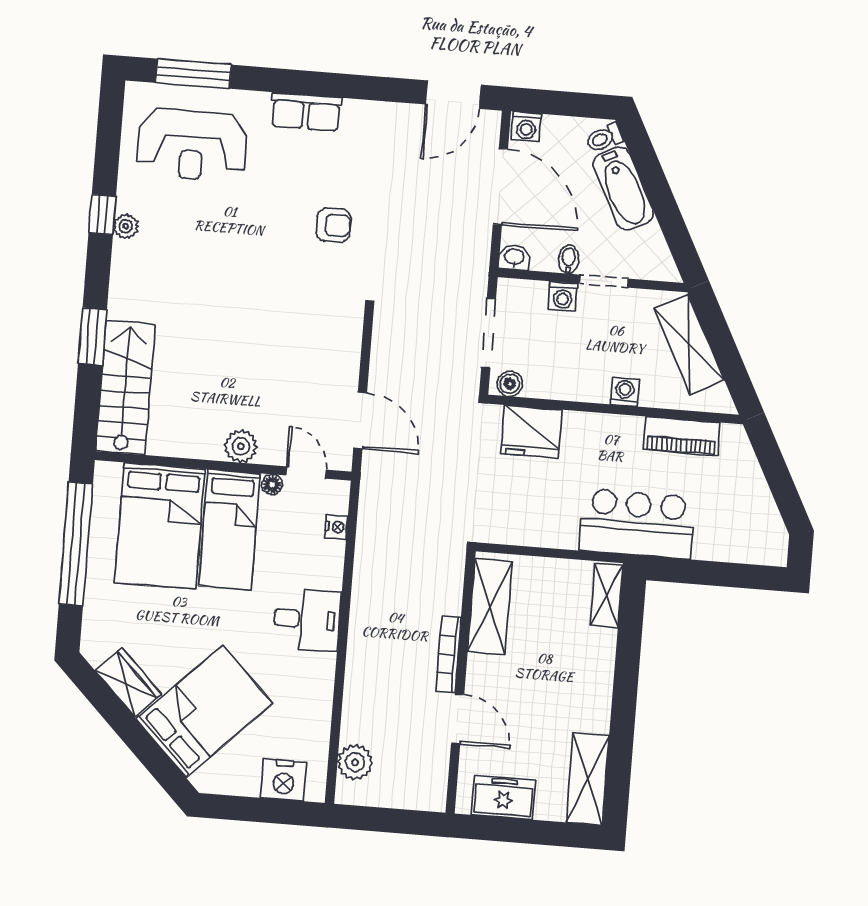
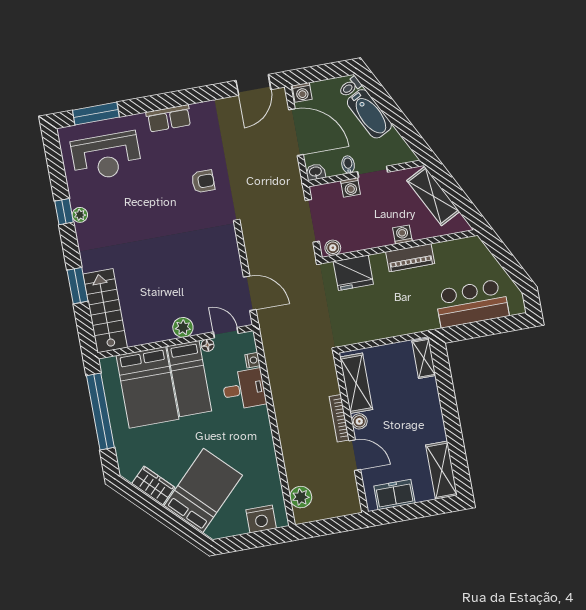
piano: (682, 436) -> (410, 258), moved
bar counter: (637, 524) -> (472, 303), moved
desk: (307, 619) -> (244, 389), moved
boiler: (479, 668) -> (359, 421), added

